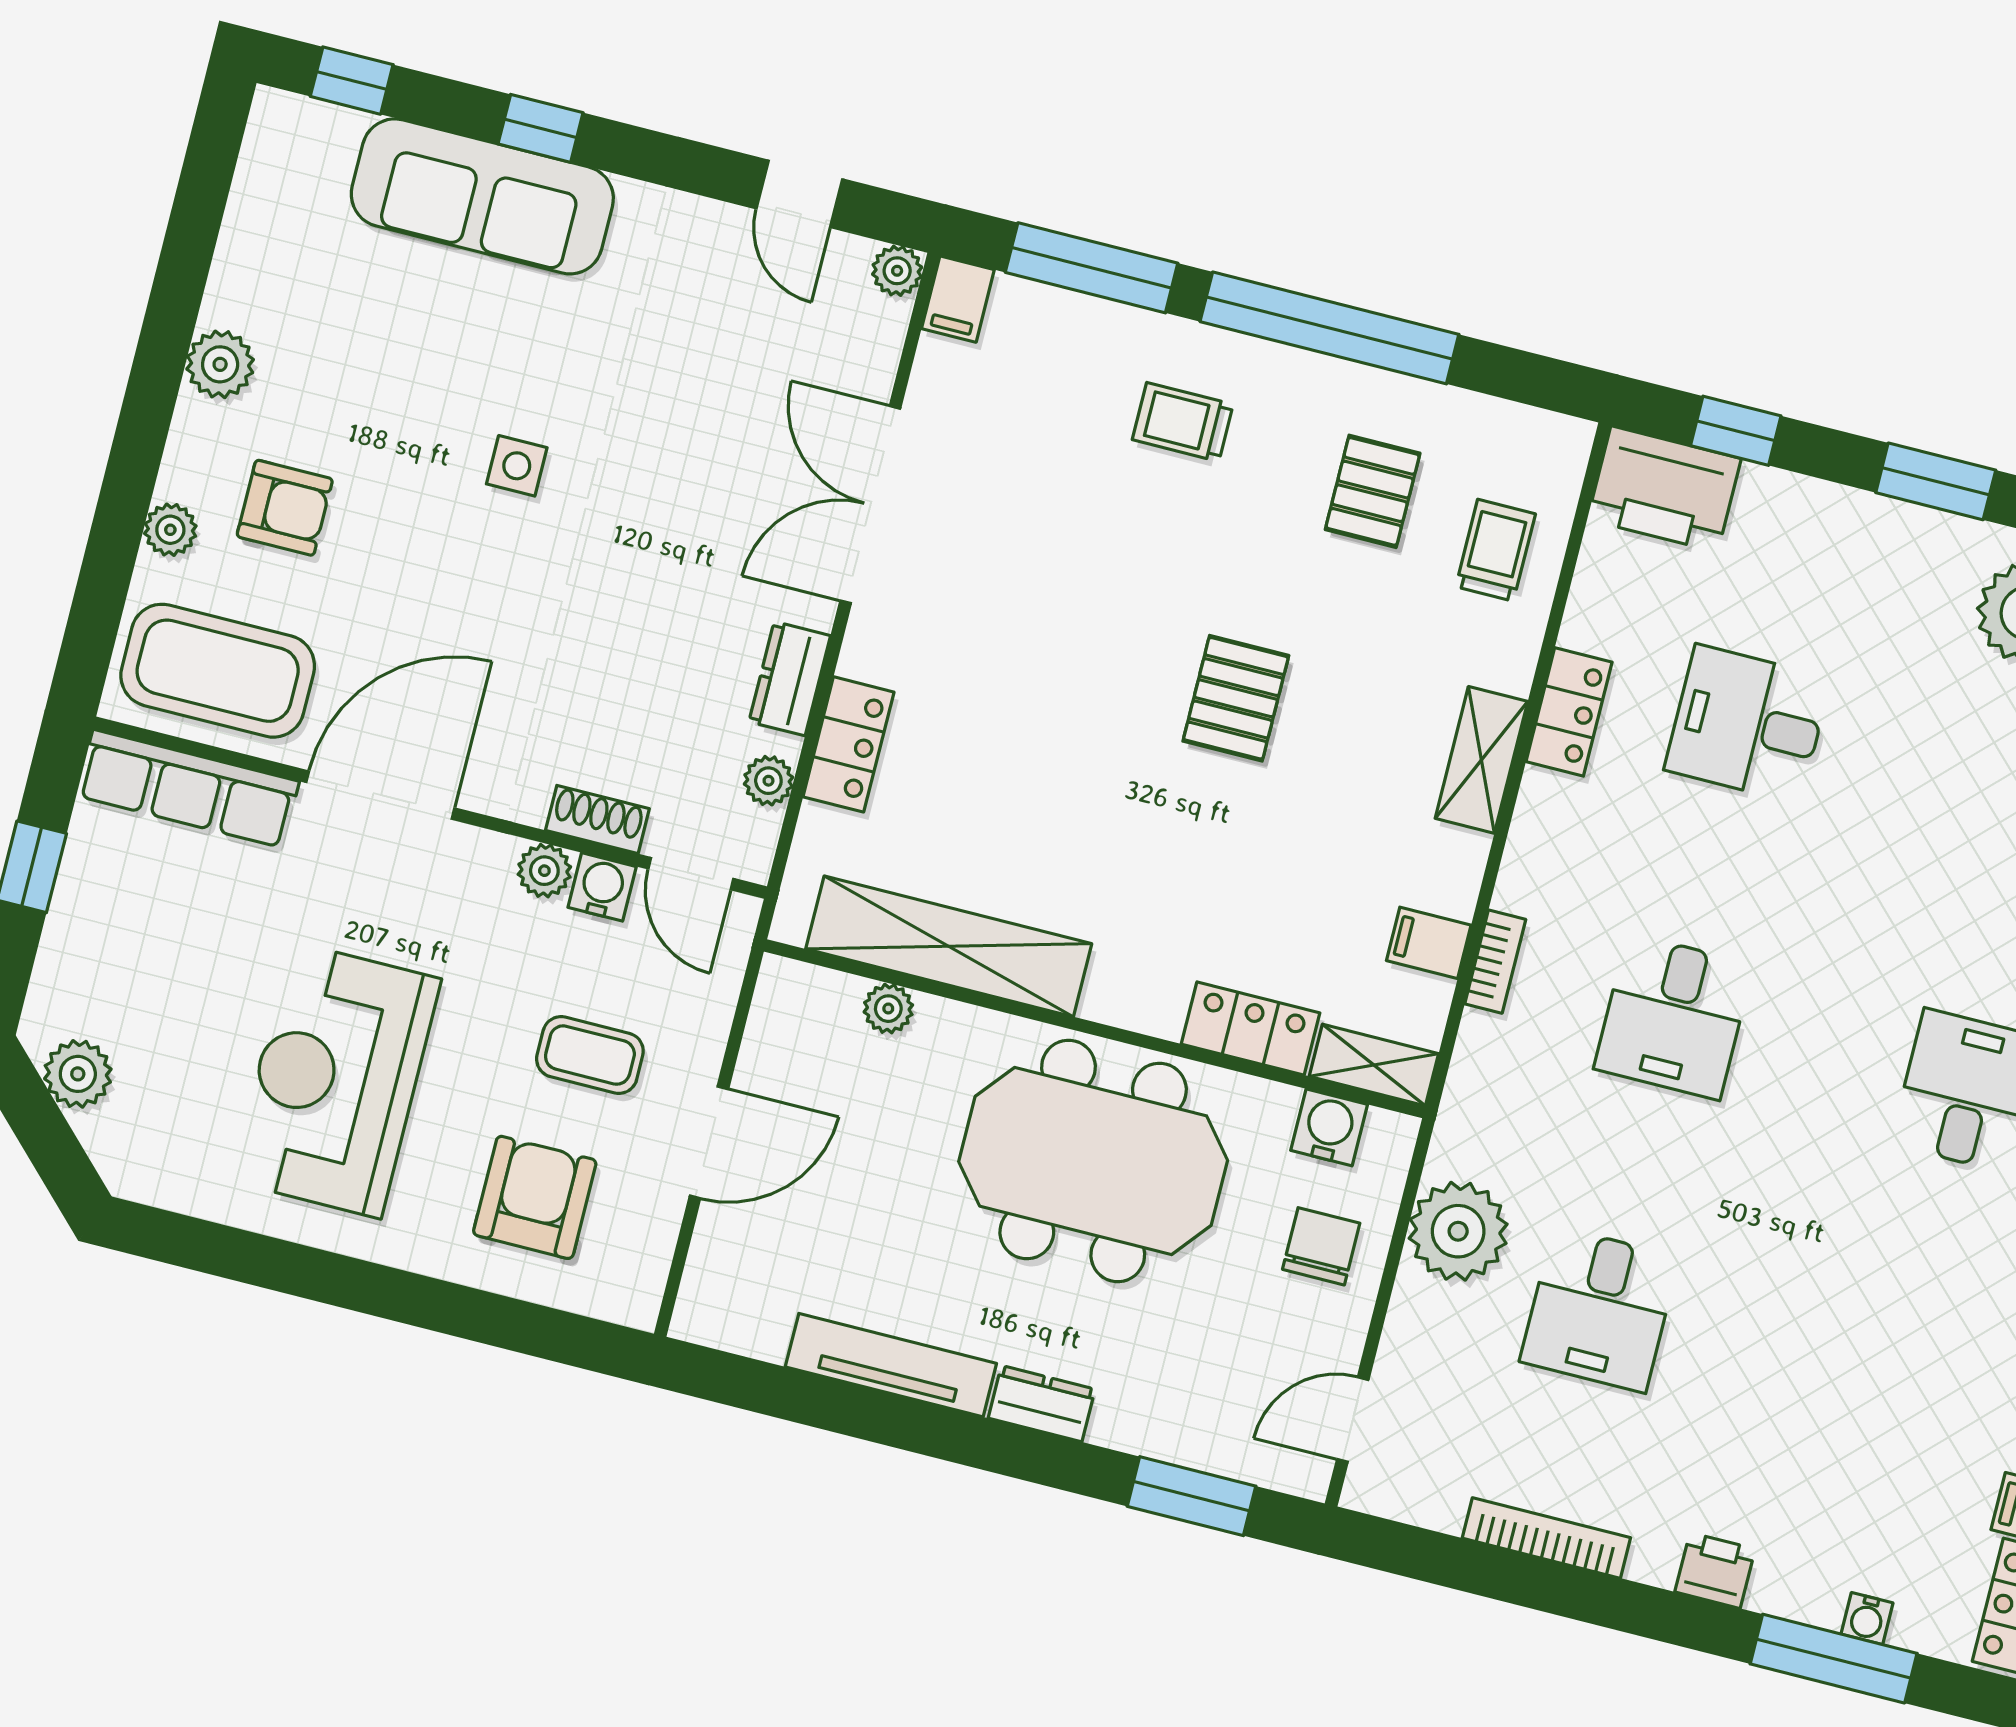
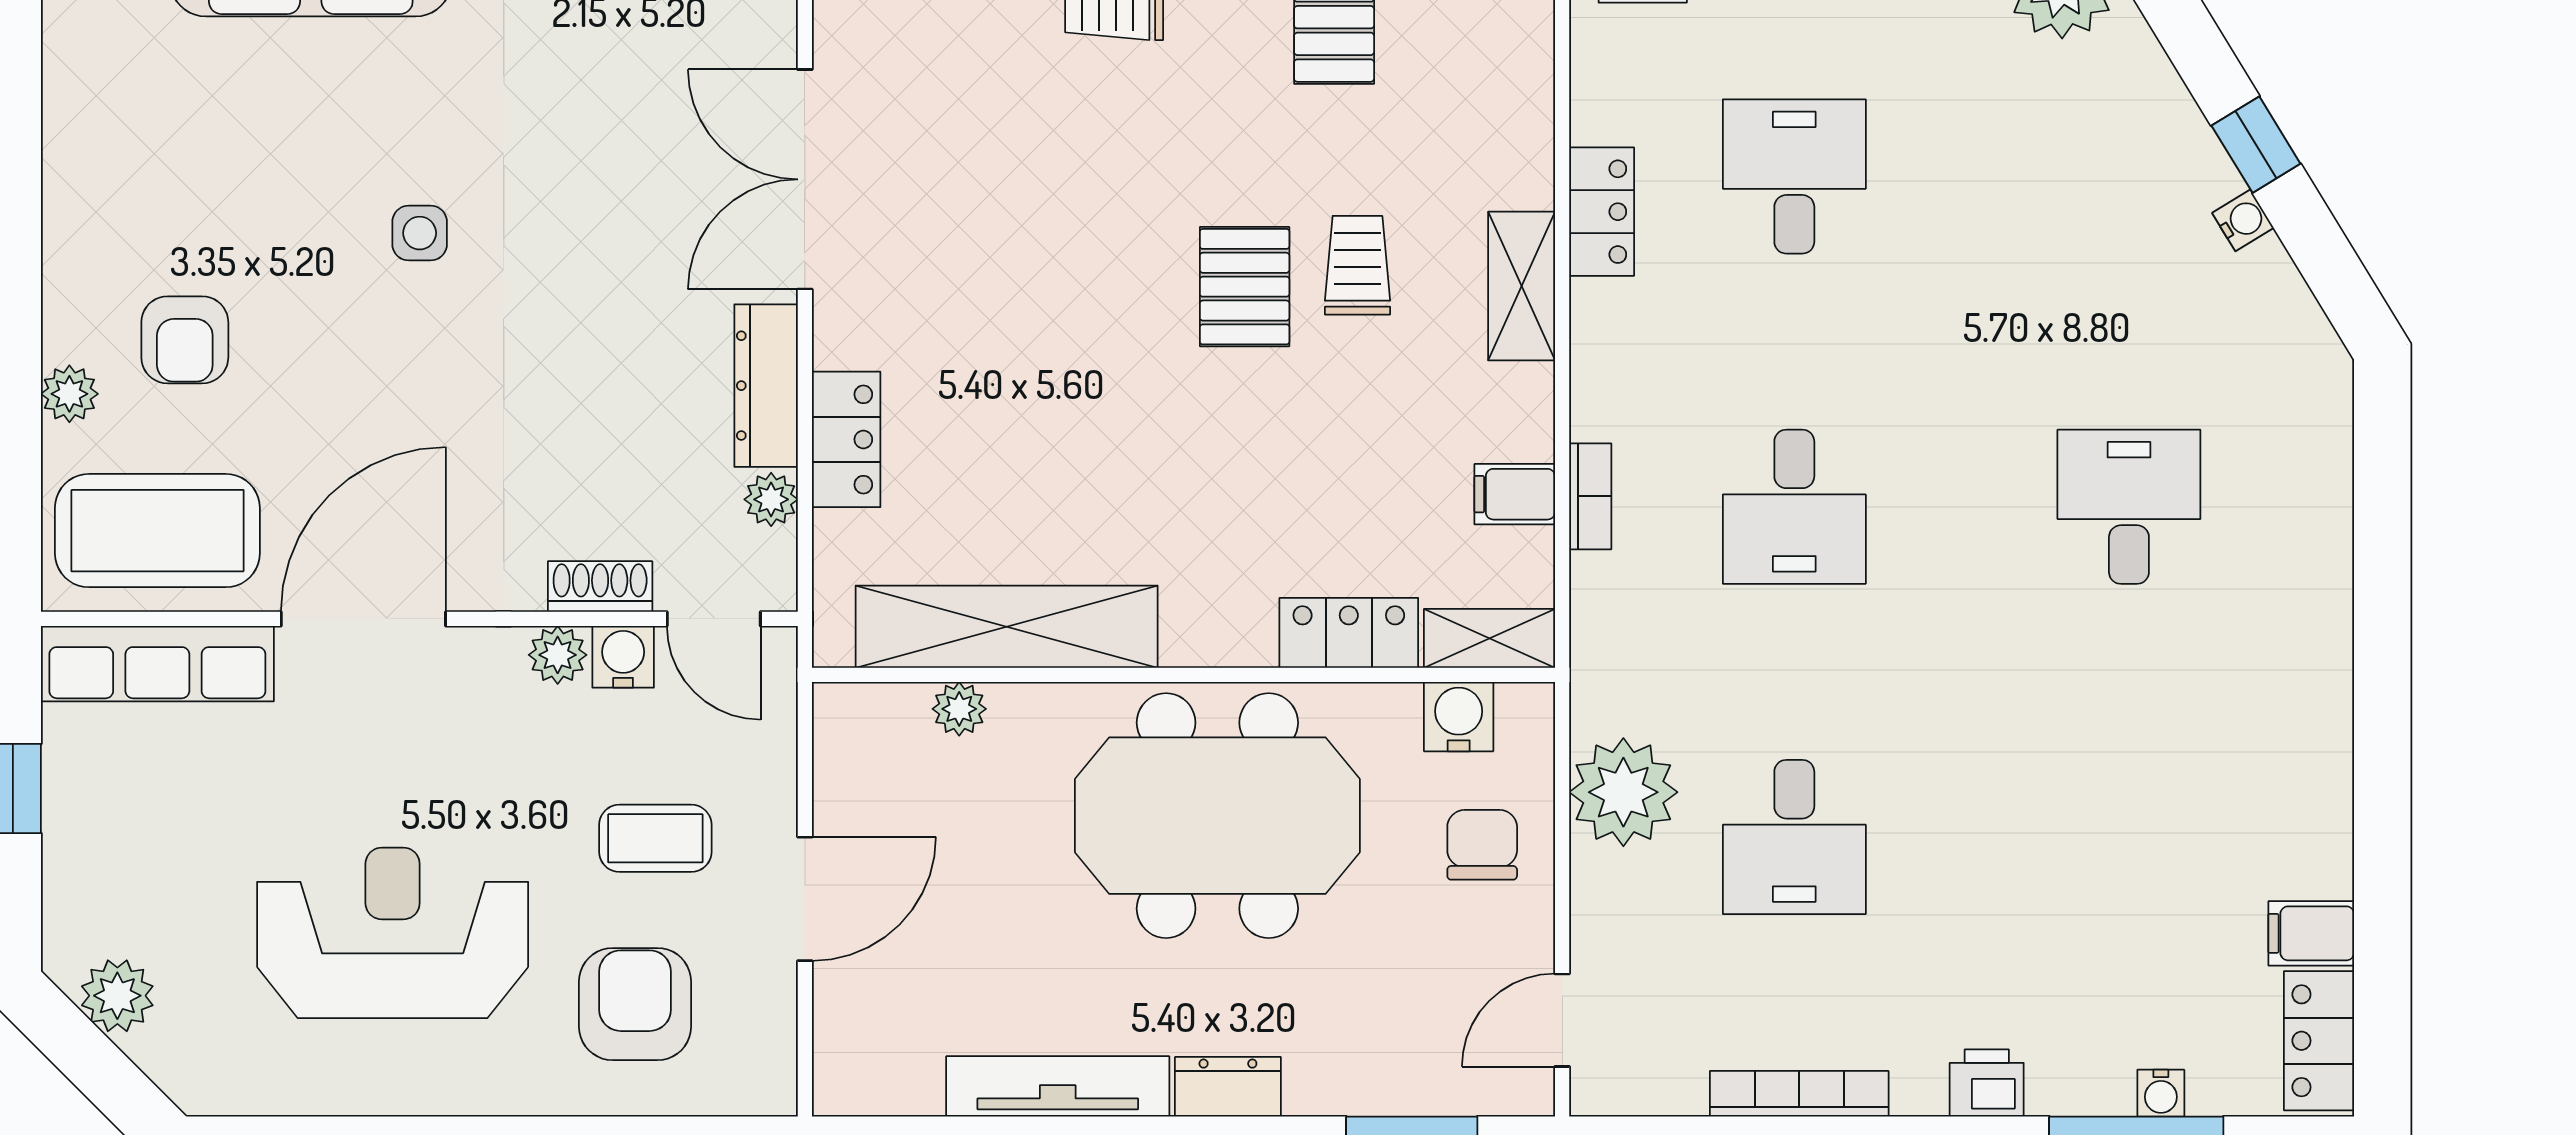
plant: (220, 364) -> (78, 205), removed
armchair: (285, 508) -> (185, 340), turned 90
trolley: (1495, 550) -> (1357, 265), moved
dresser: (790, 679) -> (766, 386), width x1.44
desk: (1748, 724) -> (1794, 176), turned 90
reception desk: (336, 1080) -> (393, 933), turned 90

